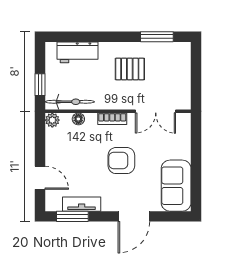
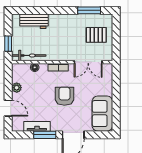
pallet: (130, 69) -> (96, 35), moved
plant: (52, 120) -> (17, 88), moved
armchair: (121, 161) -> (64, 96), turned 90
window: (72, 216) -> (45, 135), moved

